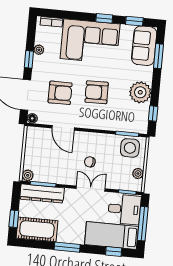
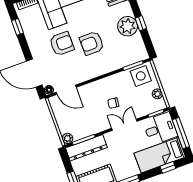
plant: (39, 50) -> (28, 31), removed
window: (29, 59) -> (17, 27), moved
armchair: (60, 93) -> (62, 44), moved
window: (153, 114) -> (141, 23), moved
door: (63, 128) -> (66, 90), moved

